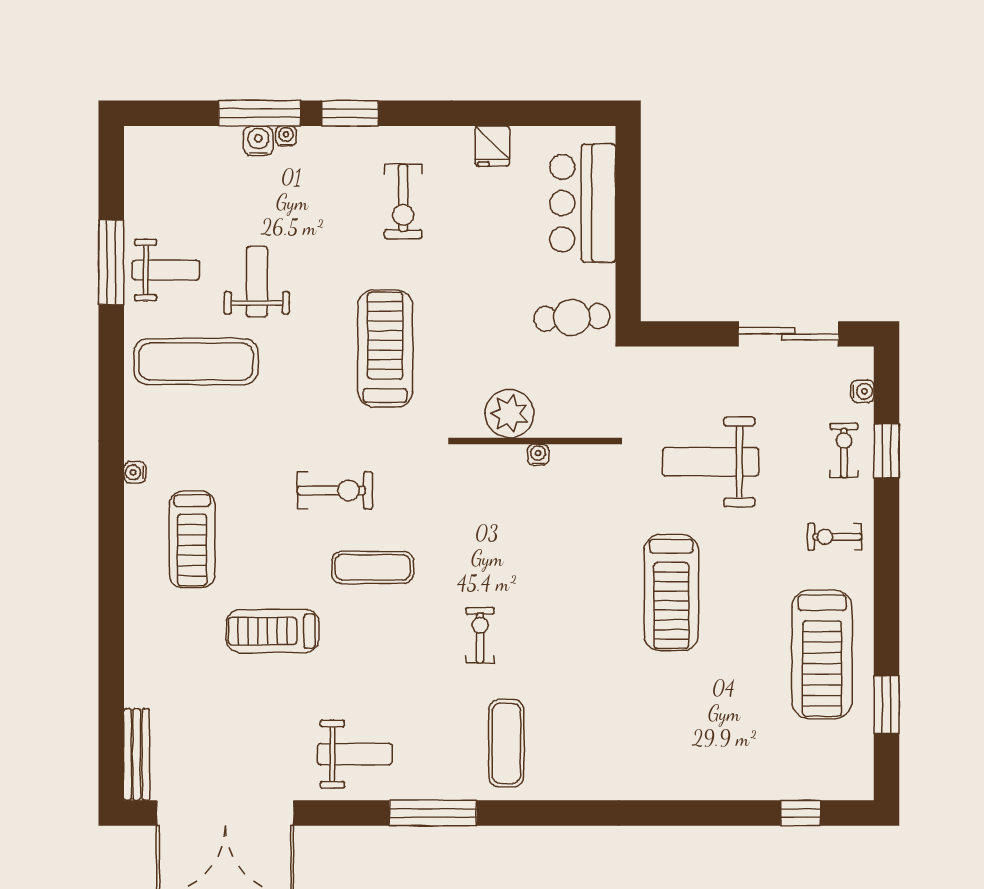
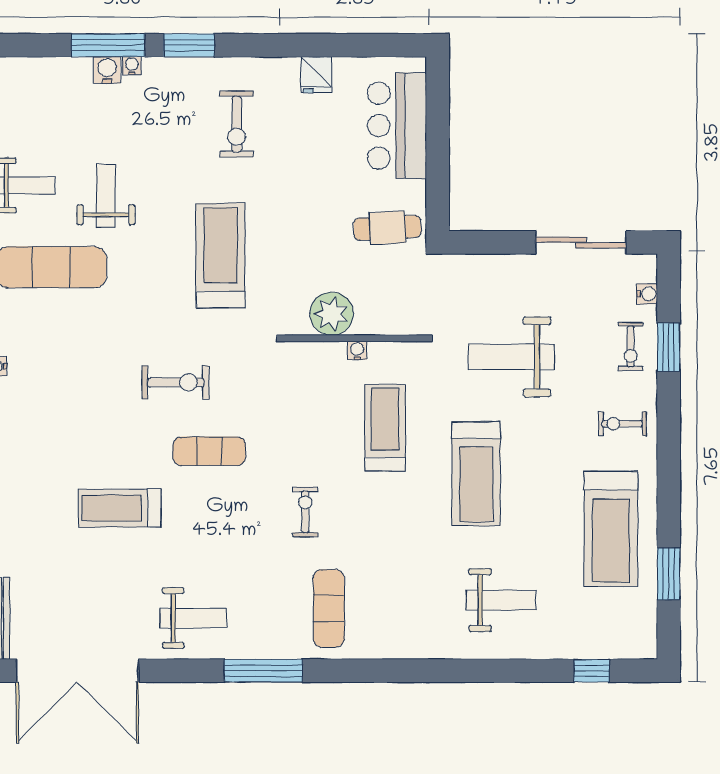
exercise bike: (844, 450) -> (631, 347), turned 180
treadmill: (192, 539) -> (385, 428), moved, turned 180
weight bench: (699, 734) -> (501, 600), added

